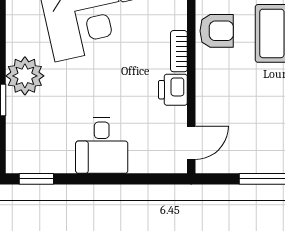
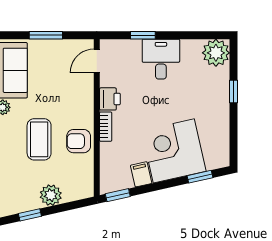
plant: (25, 76) -> (216, 53), moved
window: (36, 179) -> (143, 35), moved

